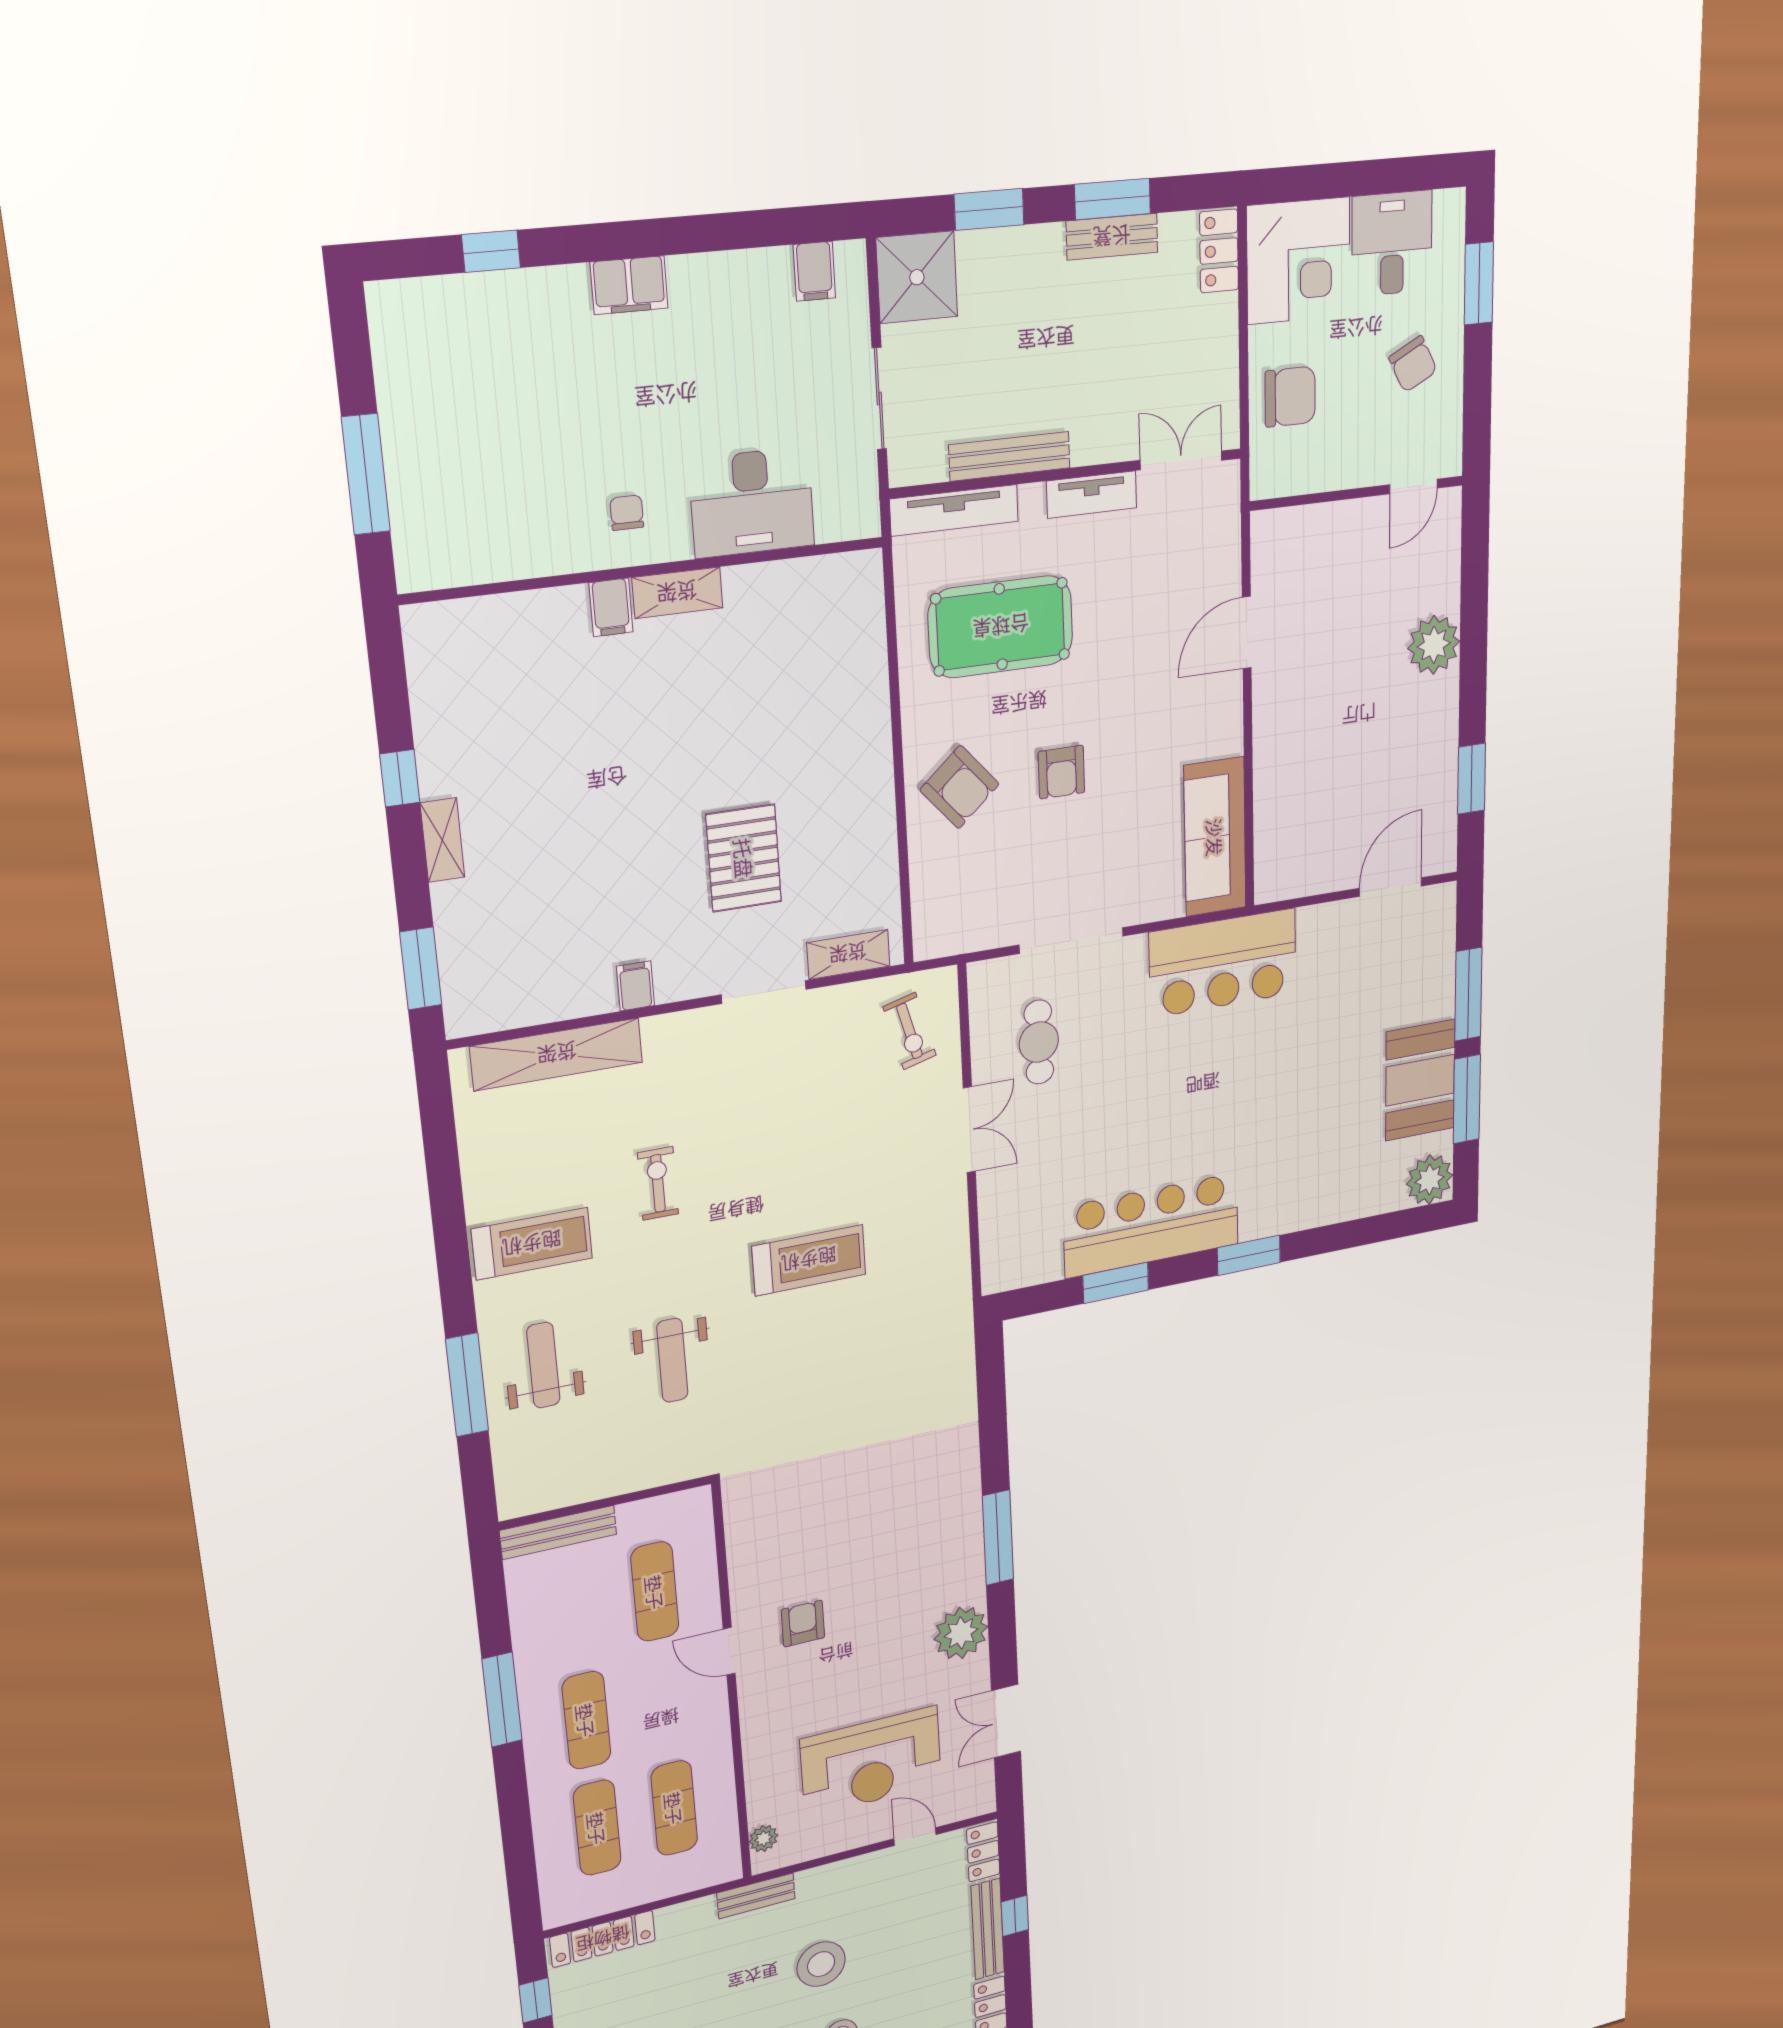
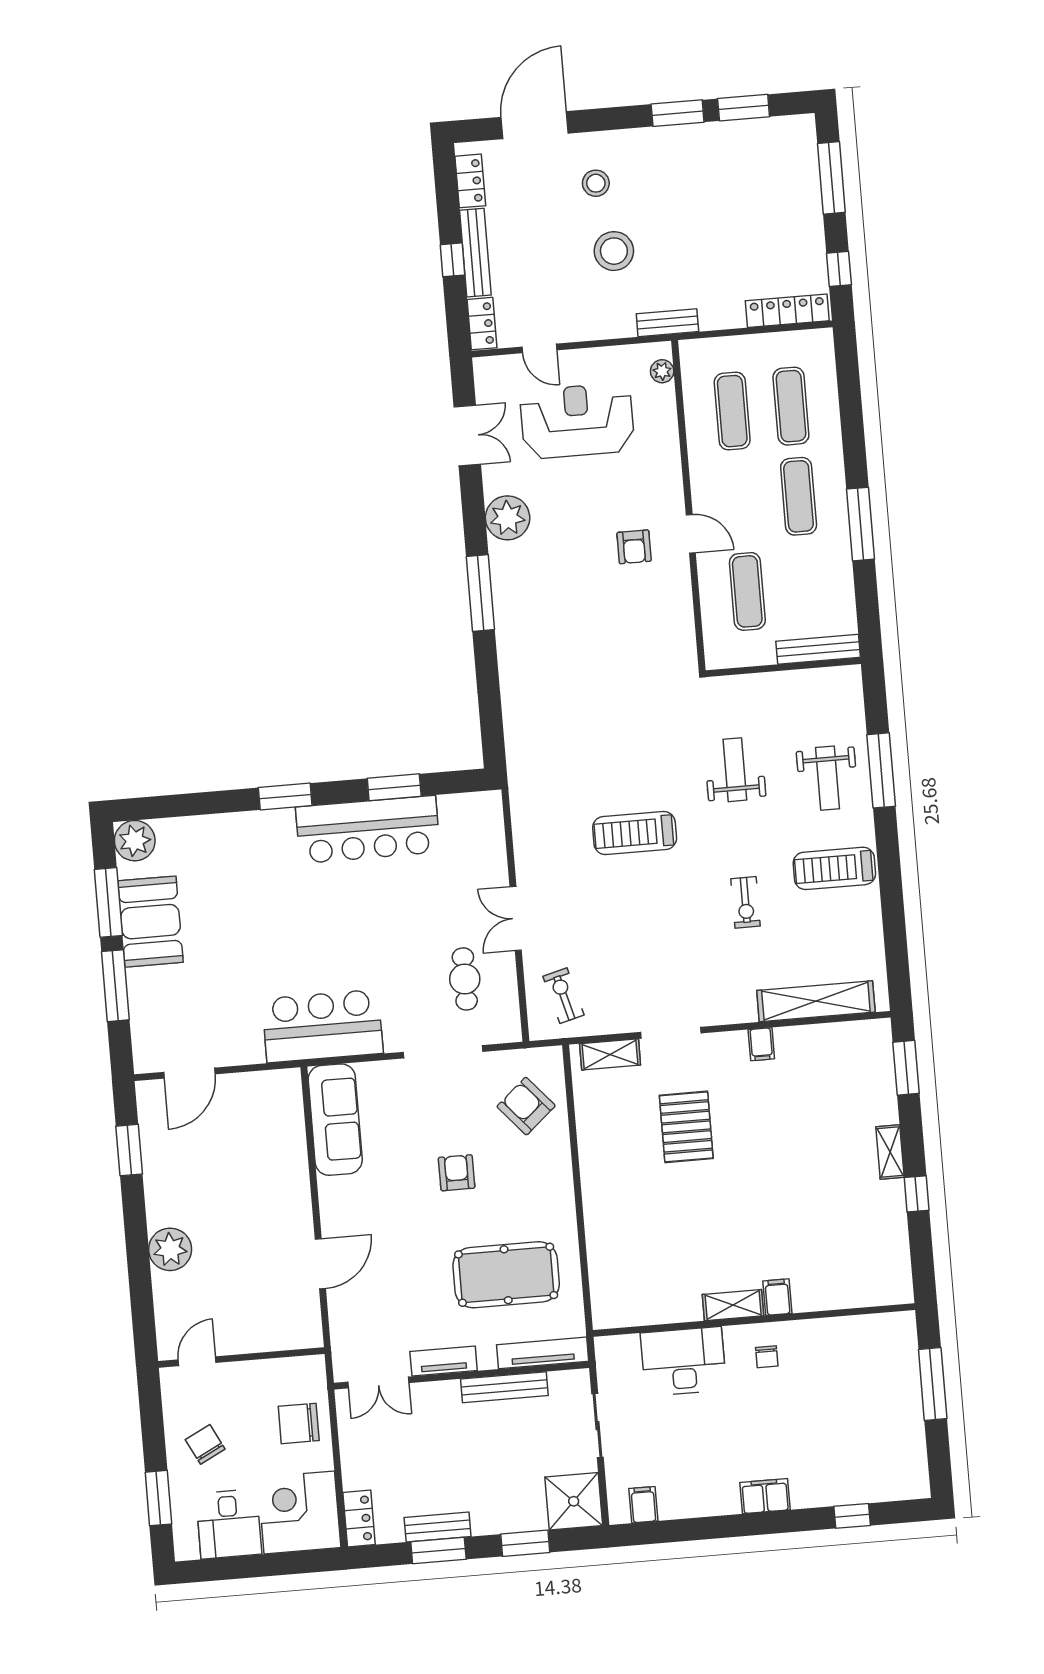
armchair: (960, 787) -> (526, 1106), moved

